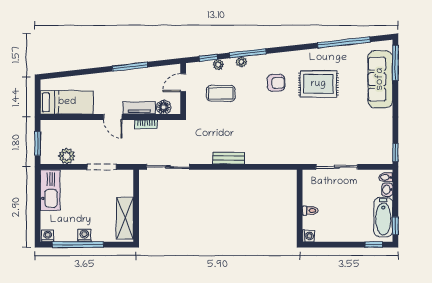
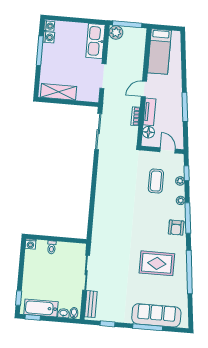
window: (344, 42) -> (189, 272), moved
window: (248, 53) -> (188, 218), moved
window: (395, 63) -> (148, 327), moved
armchair: (276, 83) -> (176, 228), moved
rug: (318, 84) -> (157, 263), turned 90
window: (38, 143) -> (127, 24), width x1.44
window: (395, 152) -> (107, 324), moved
plant: (67, 156) -> (116, 32), moved
bench: (229, 158) -> (91, 304), moved
kitchen sink: (50, 190) -> (95, 41), moved, turned 90
washing machine: (84, 235) -> (49, 37), moved
window: (78, 245) -> (40, 51), width x0.68

